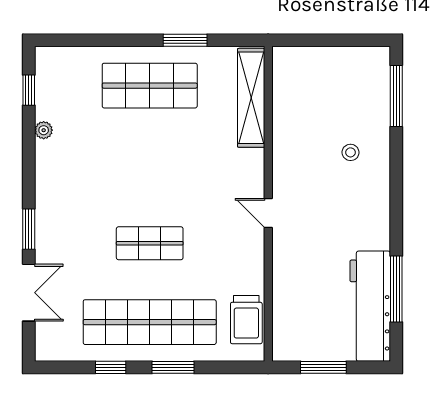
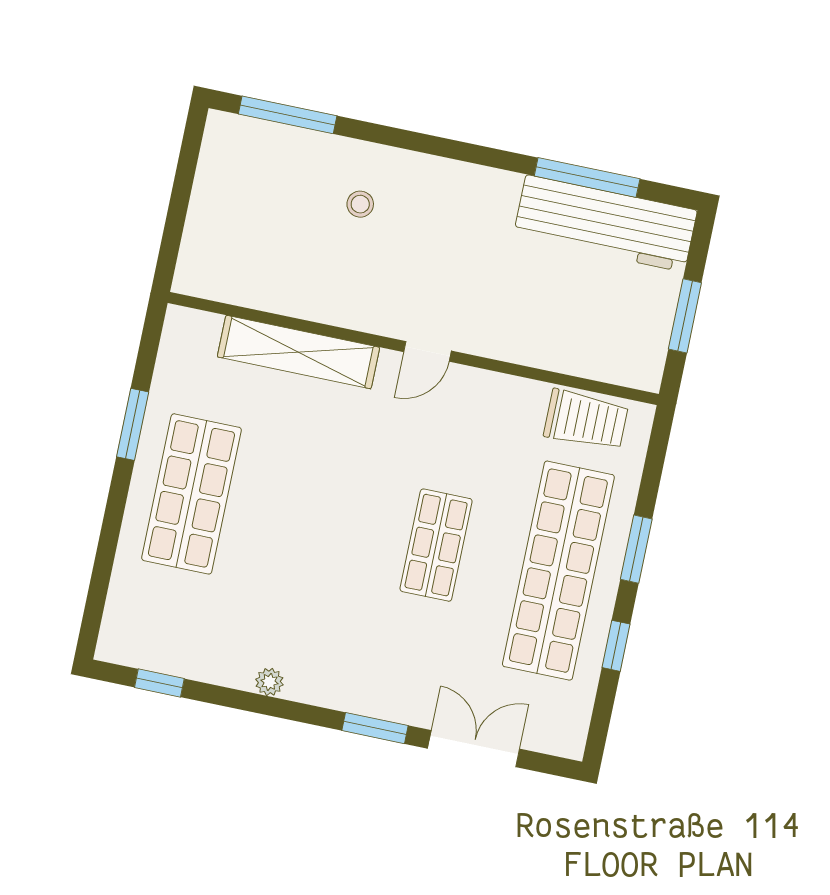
shelving: (251, 98) -> (298, 352), moved
plant: (44, 130) -> (269, 682), moved

